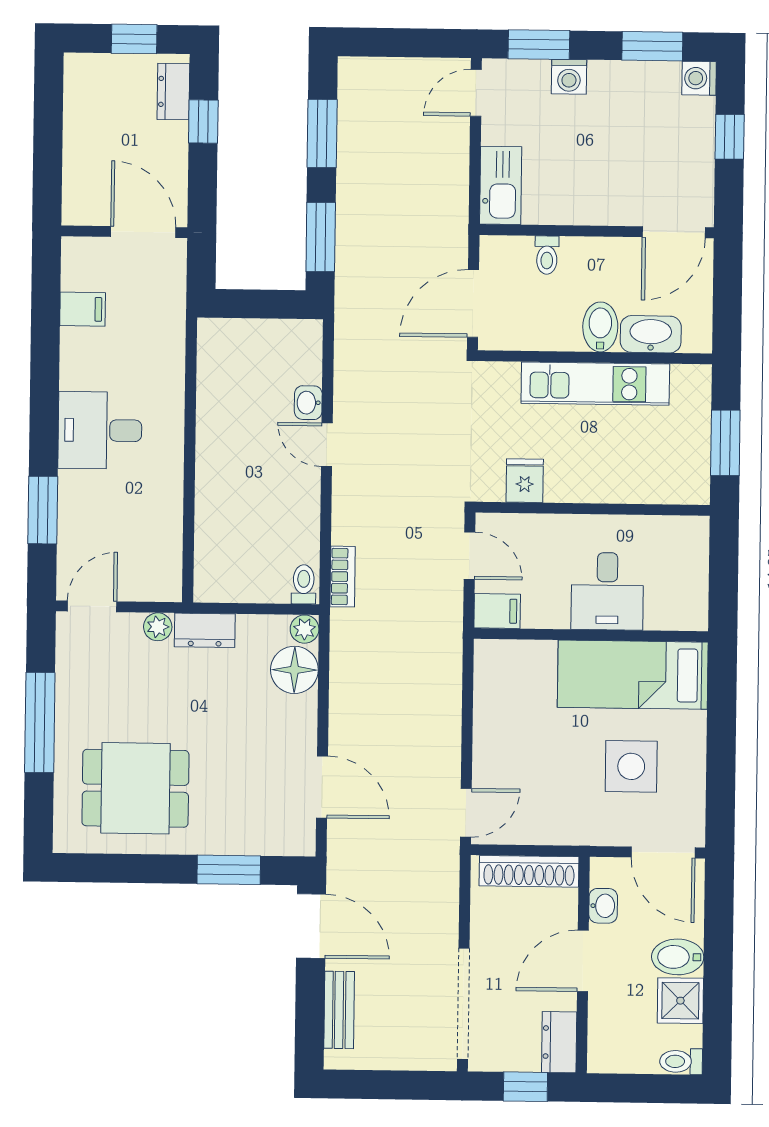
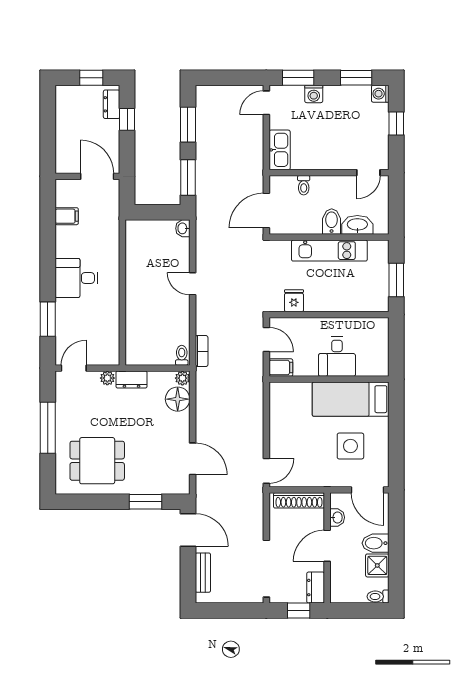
door: (674, 232) -> (368, 173), width x0.73
washbasin: (308, 403) -> (183, 228), moved

